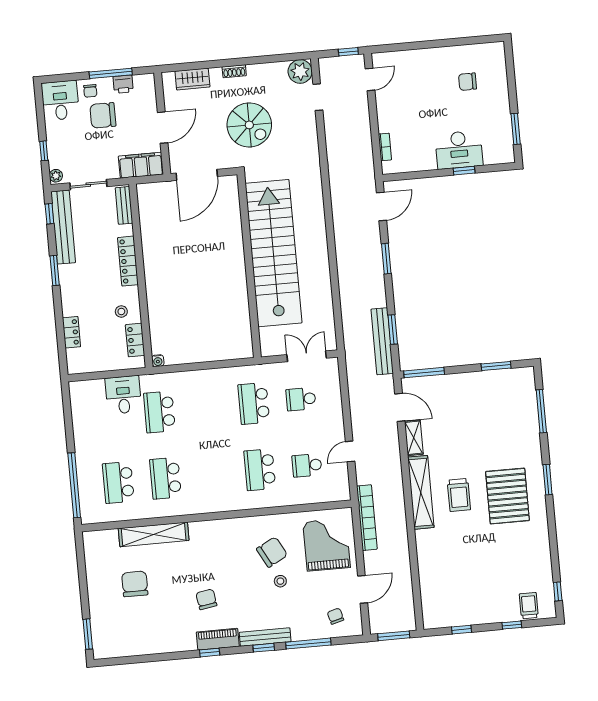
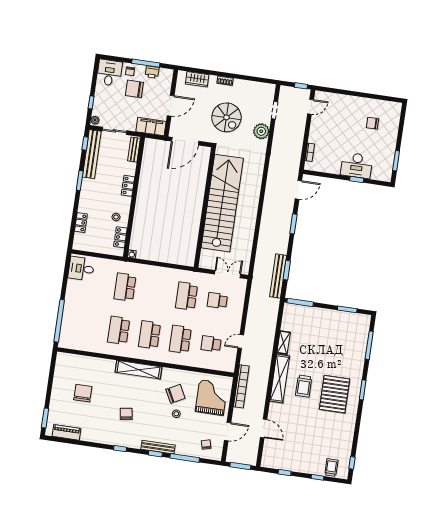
plant: (300, 71) -> (261, 131), moved
locker: (128, 261) -> (128, 186), width x0.66
desk: (123, 395) -> (81, 269), moved, turned -90
door: (400, 407) -> (264, 428), moved
school desk: (118, 483) -> (149, 335), moved
shelving: (154, 534) -> (138, 370), moved
piano: (218, 639) -> (66, 432), moved

